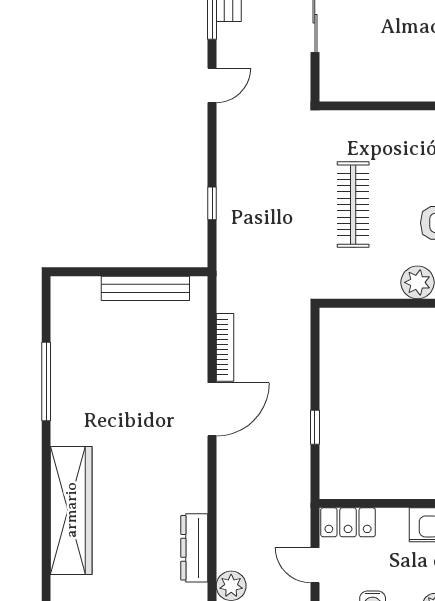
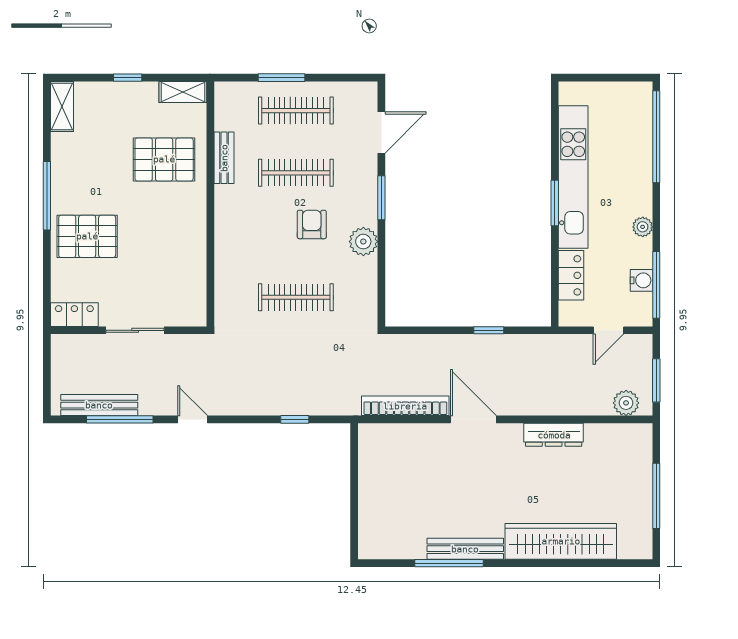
bench: (145, 288) -> (465, 549), moved, turned 90
bookcase: (225, 347) -> (405, 406), width x1.48, depth x1.31
locker: (348, 522) -> (571, 275), moved
dresser: (194, 548) -> (554, 435), moved

